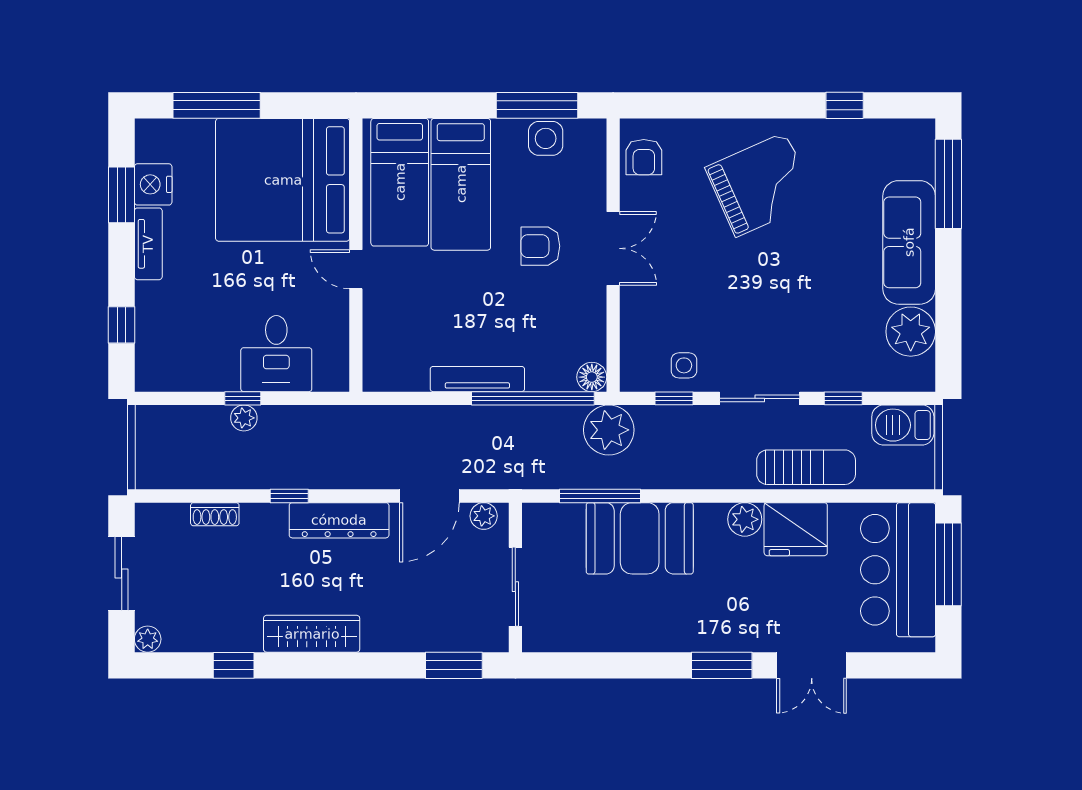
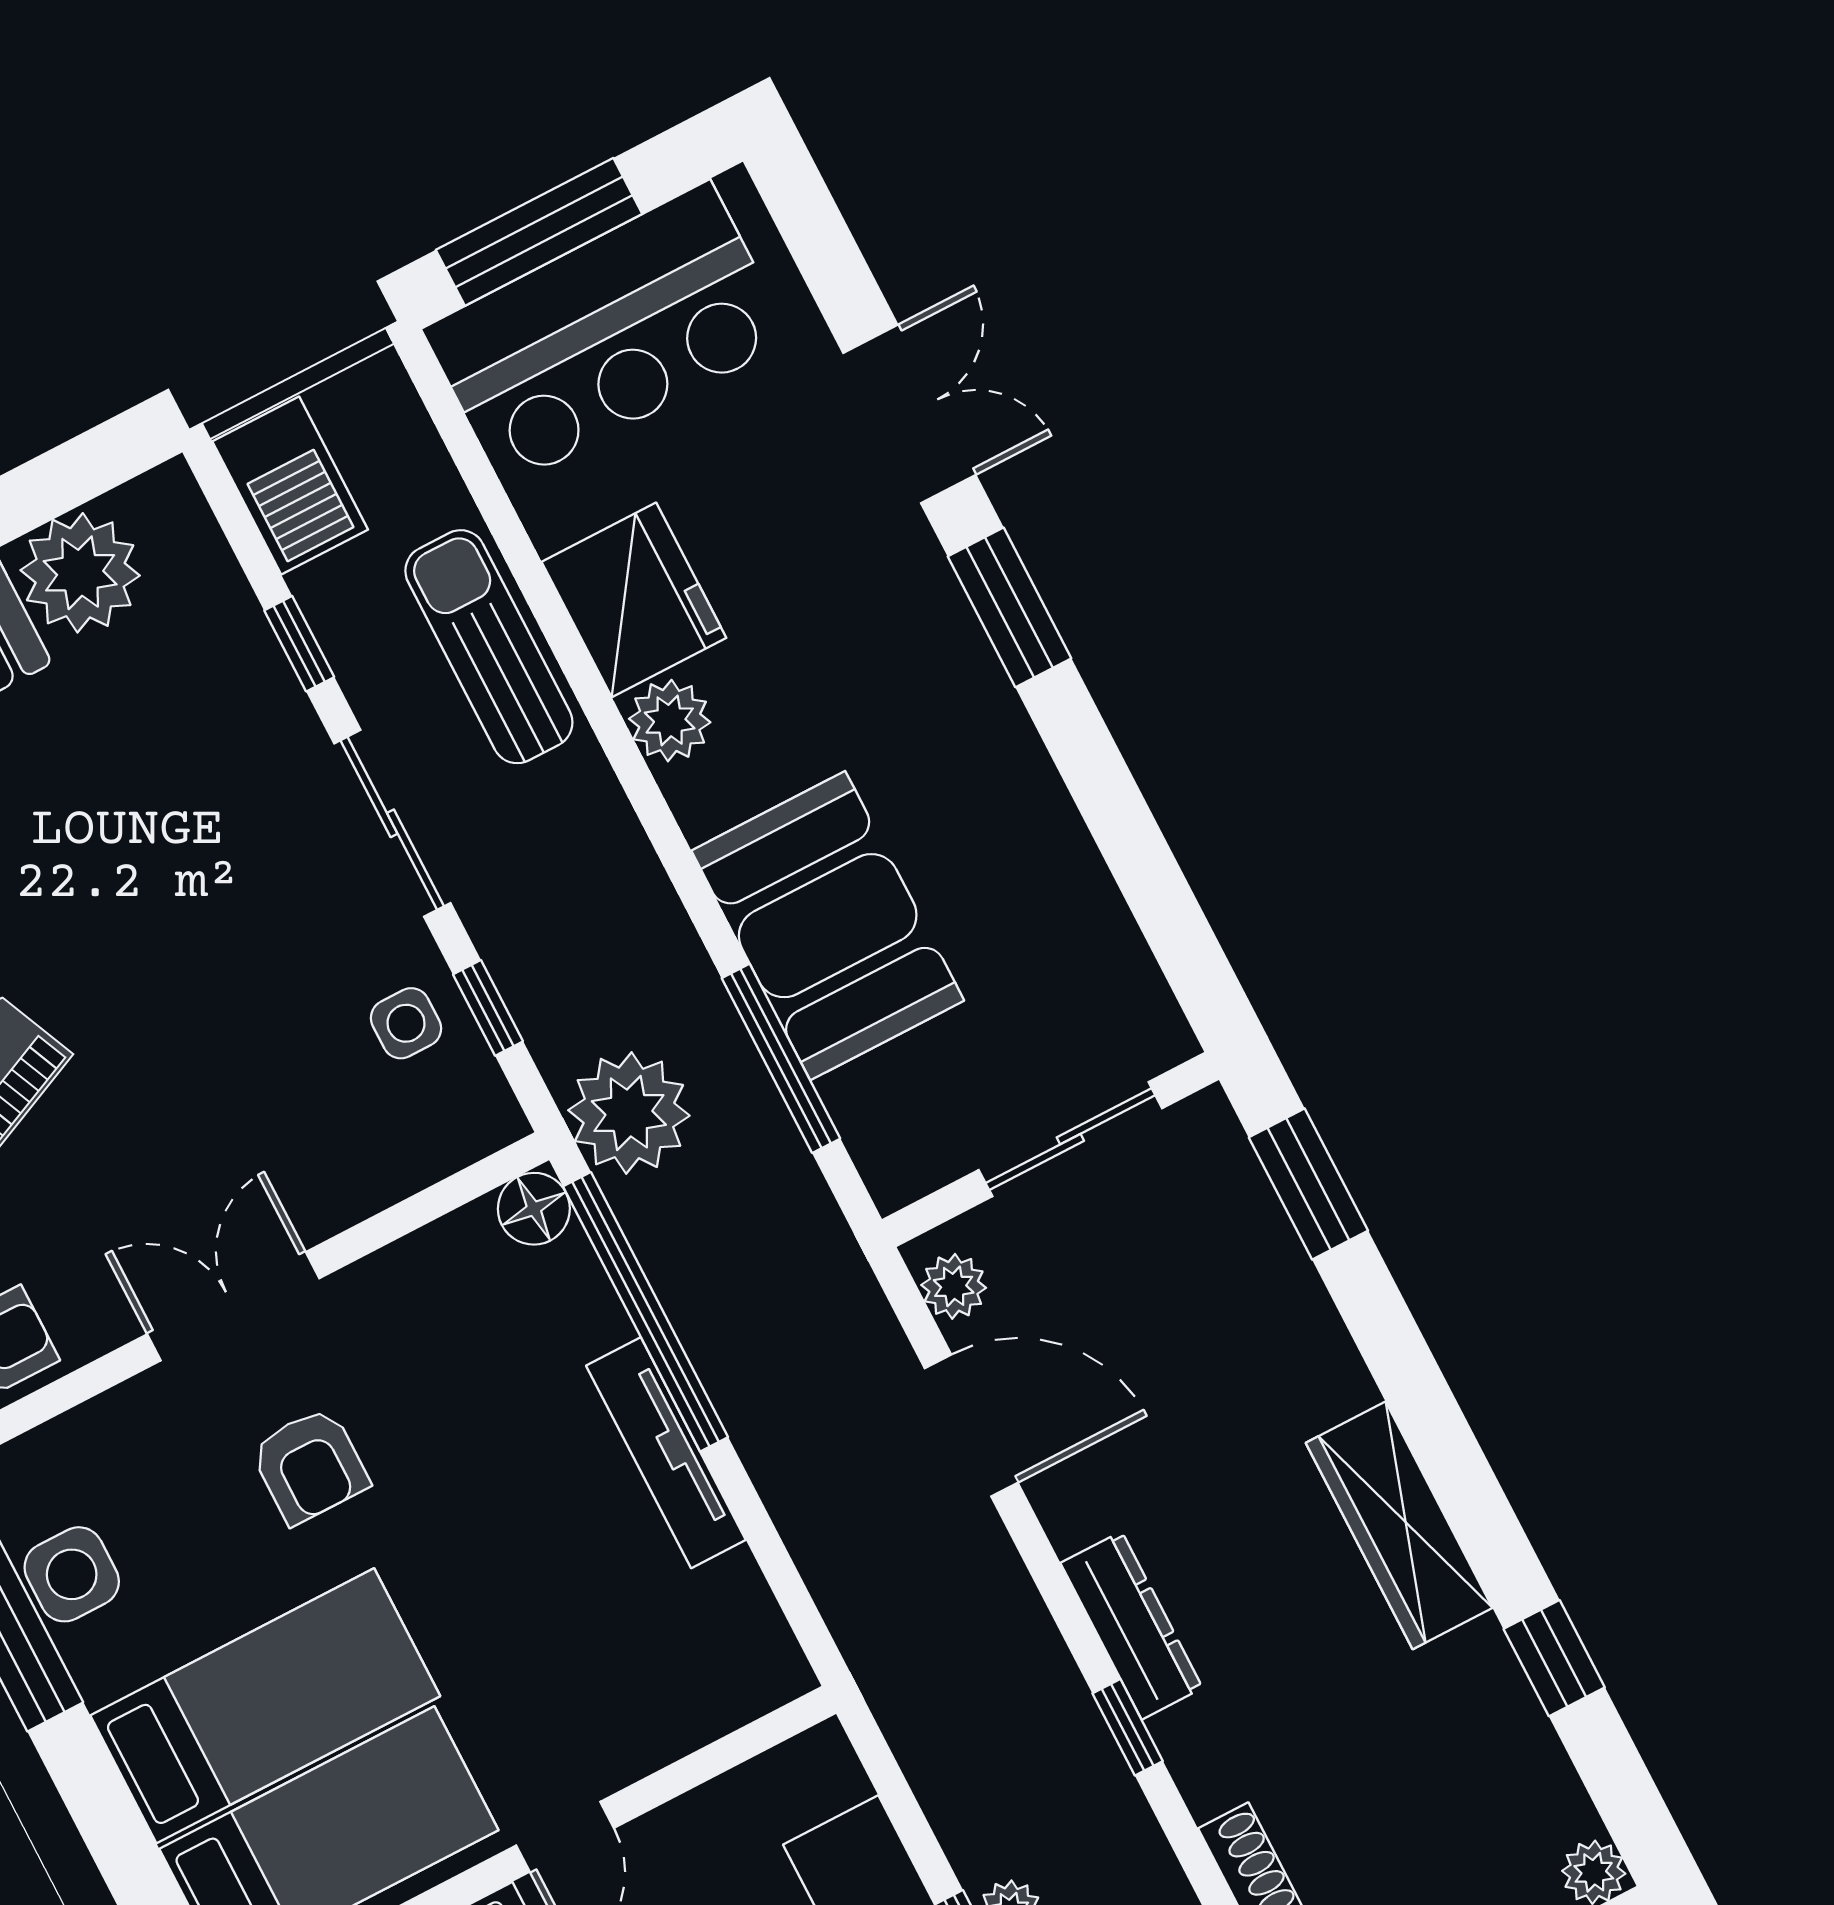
dresser: (339, 520) -> (1132, 1625), width x0.73, depth x0.80

